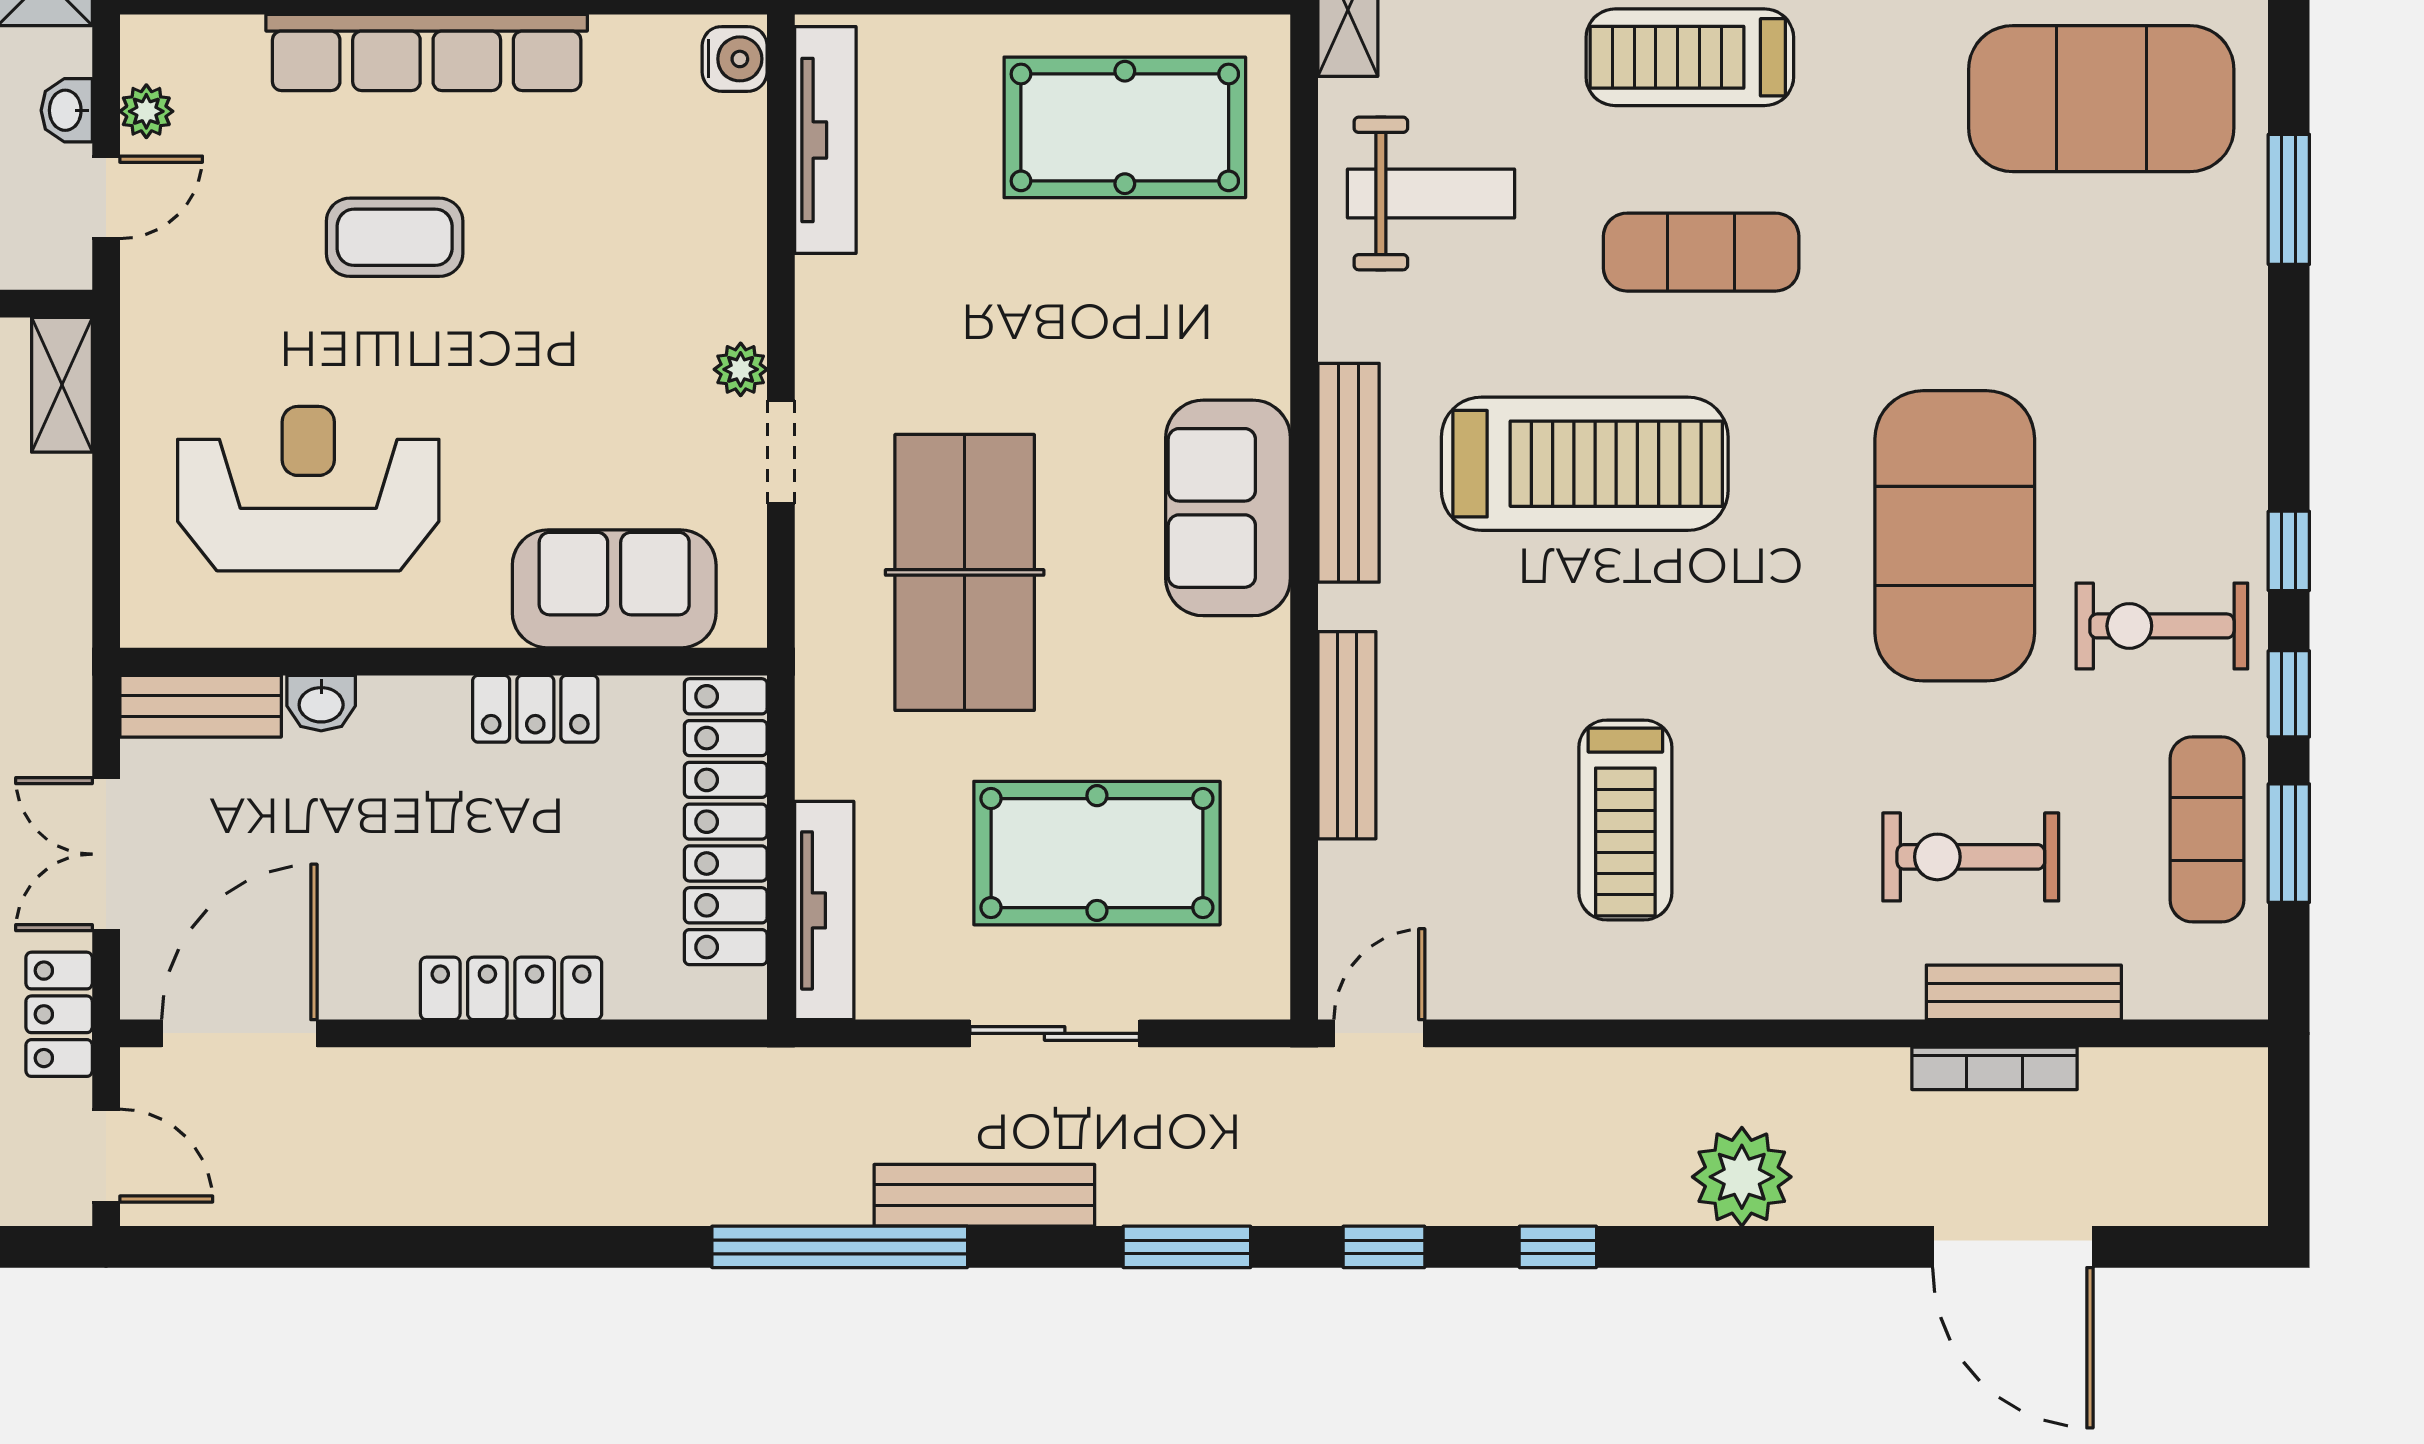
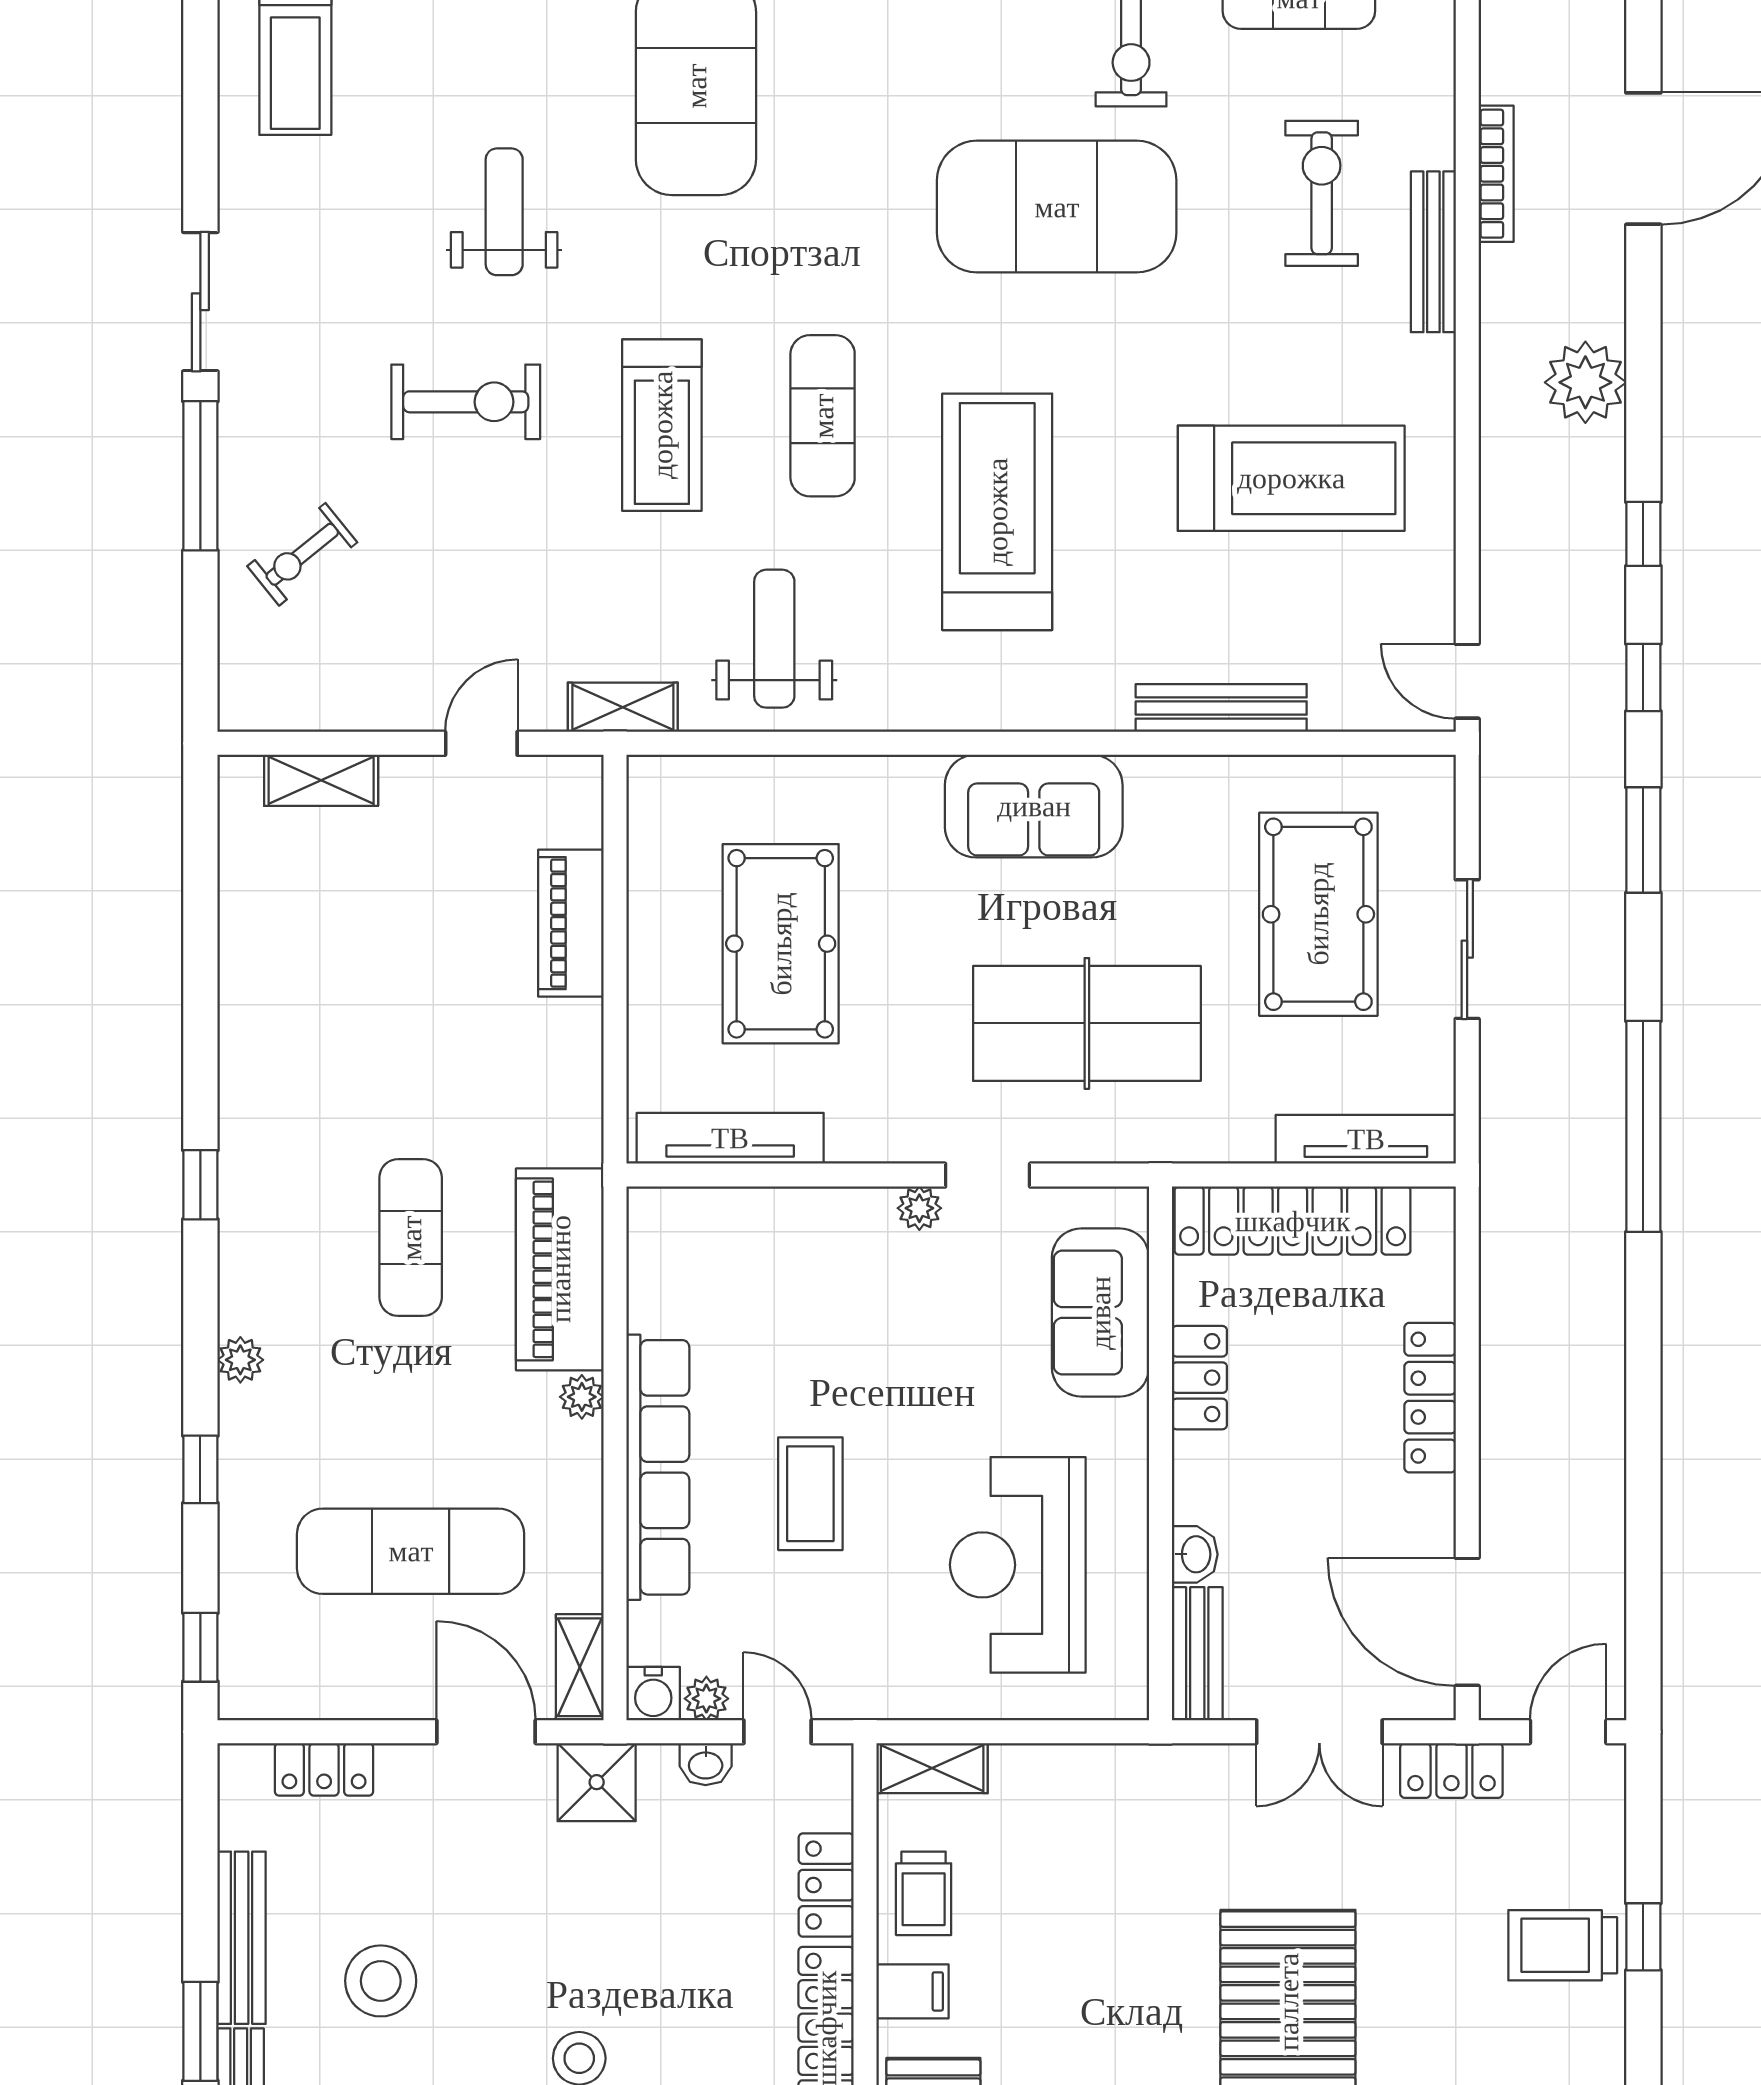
water cooler: (735, 59) -> (653, 1694), moved, turned 180
pool table: (1125, 127) -> (781, 944), moved
bench: (1349, 473) -> (1005, 707), removed
treadmill: (1625, 820) -> (1291, 478), width x1.37, depth x1.38
exercise bike: (1971, 857) -> (1322, 193), turned 180
bench: (2024, 992) -> (1433, 252), moved
bench: (984, 1195) -> (1601, 1007), removed

